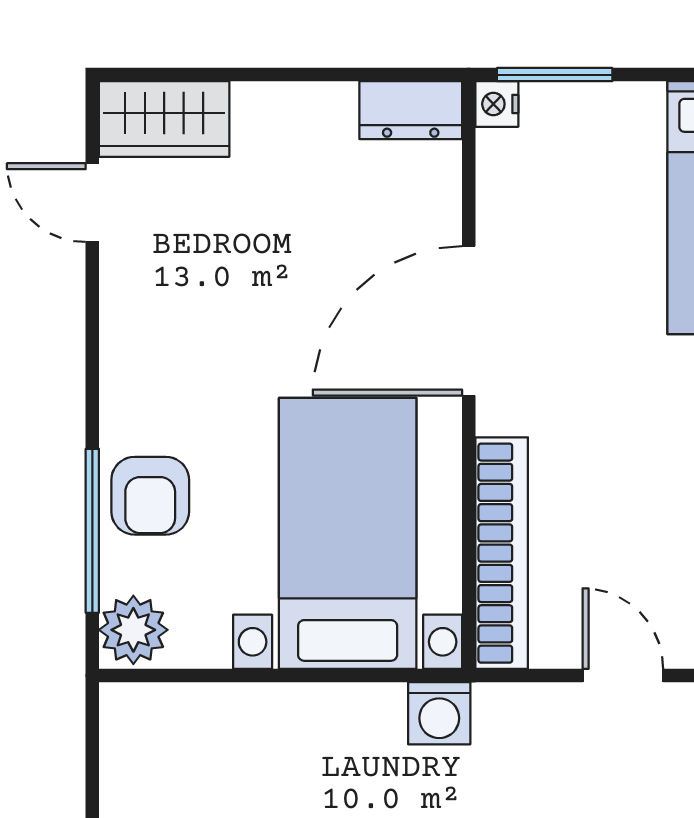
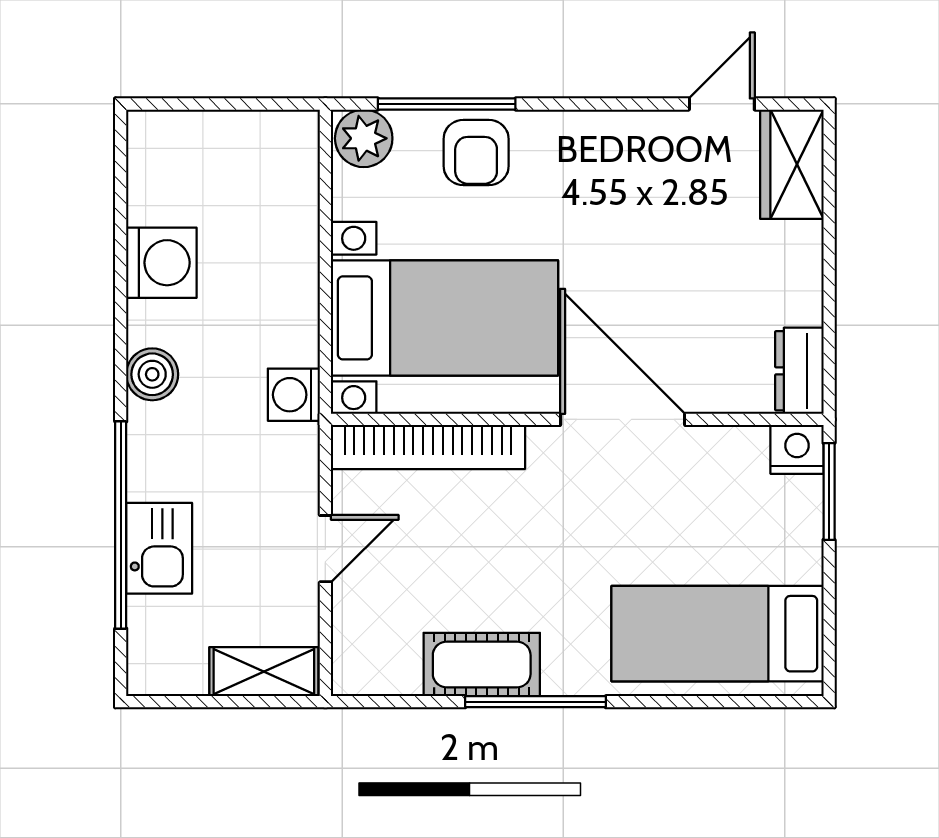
nightstand: (497, 104) -> (797, 449), width x1.39, depth x1.35
armchair: (150, 496) -> (476, 153), turned -90

